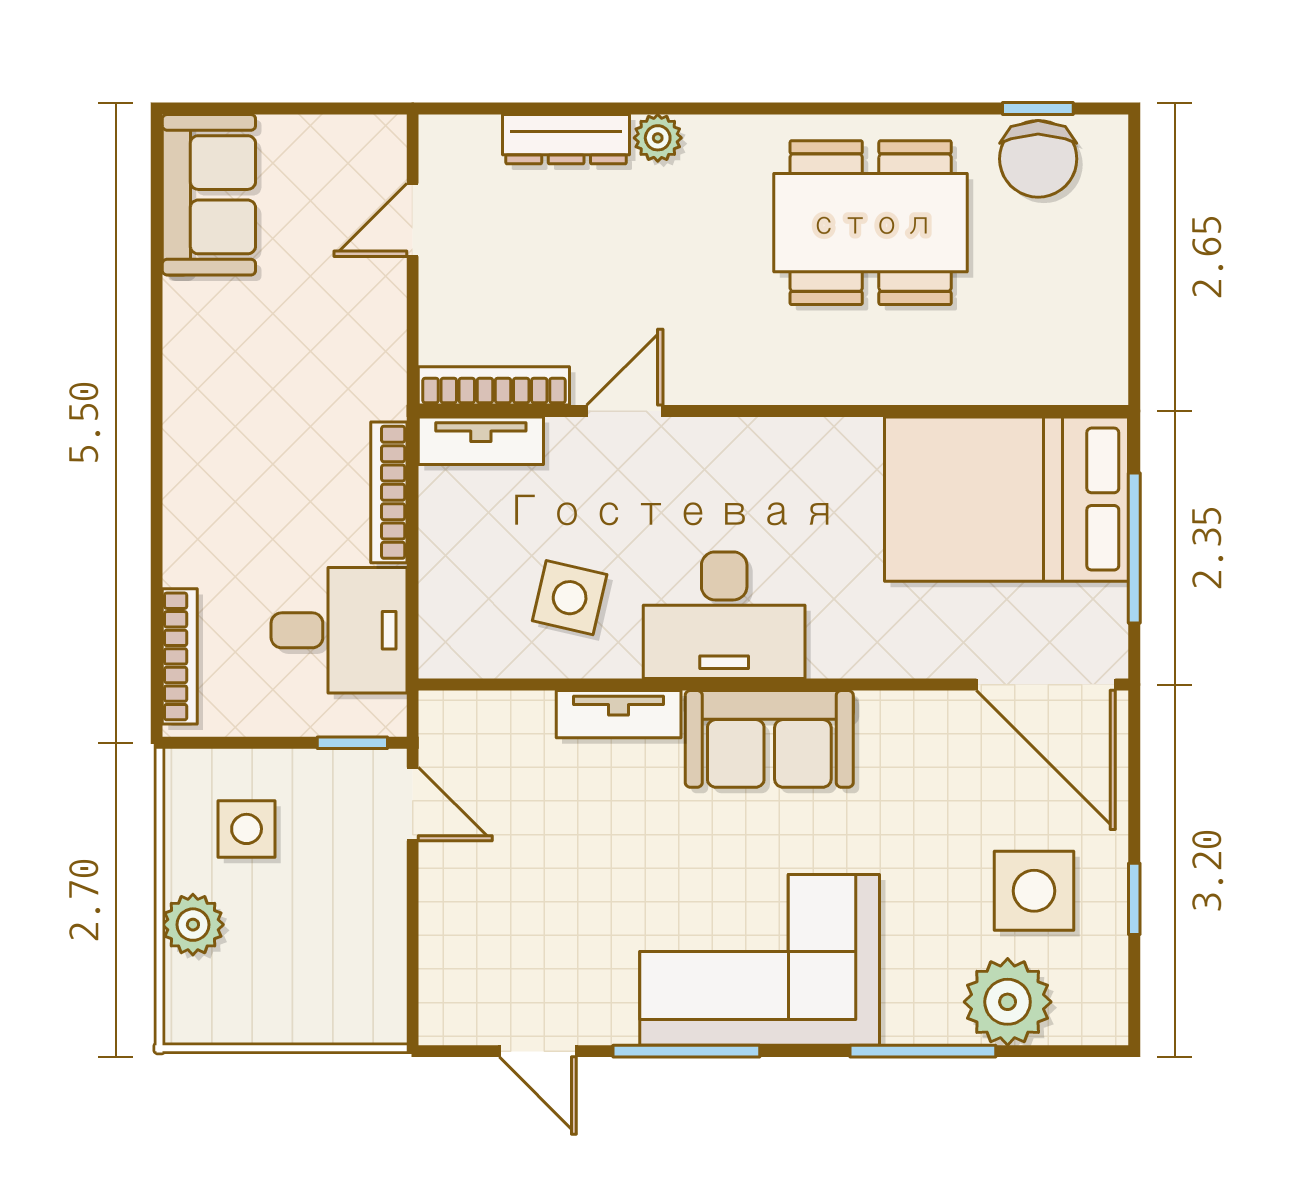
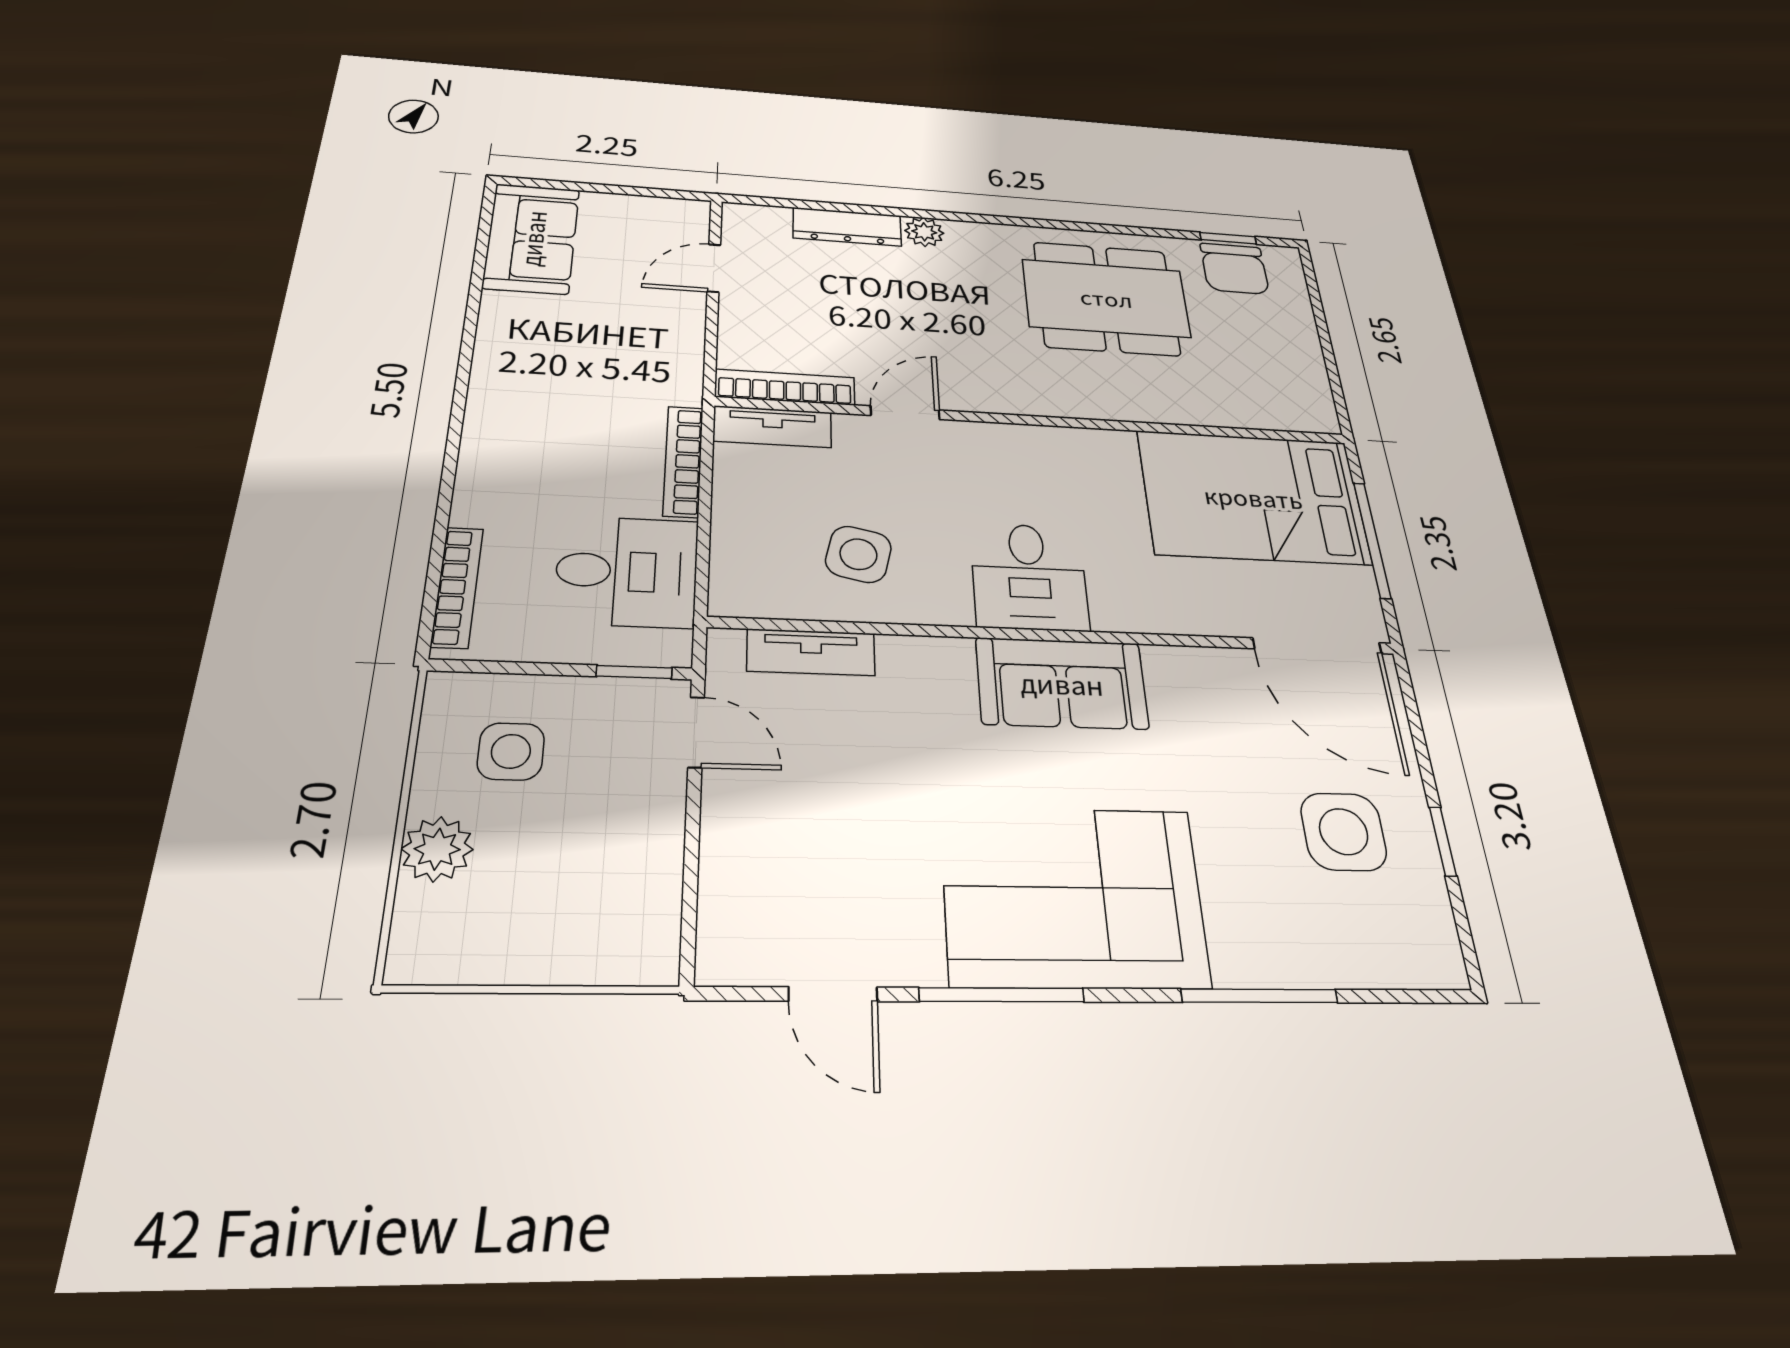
desk: (724, 615) -> (1029, 576), width x0.73
tv unit: (619, 714) -> (811, 652), moved
plant: (1008, 1002) -> (1339, 943), removed

